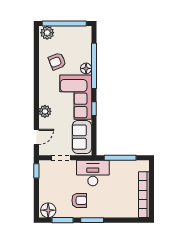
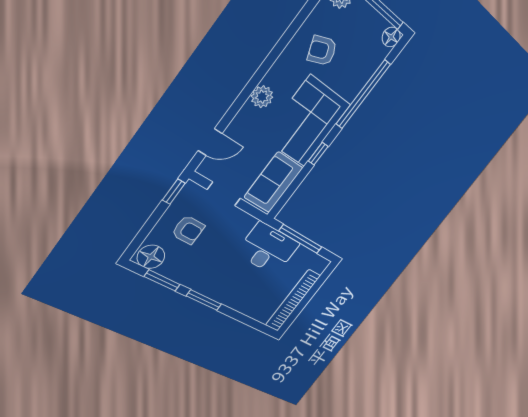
floor lamp: (86, 68) -> (391, 37), moved
plant: (45, 111) -> (262, 97), moved
desk: (93, 173) -> (268, 249), moved
armchair: (79, 200) -> (188, 230), moved

